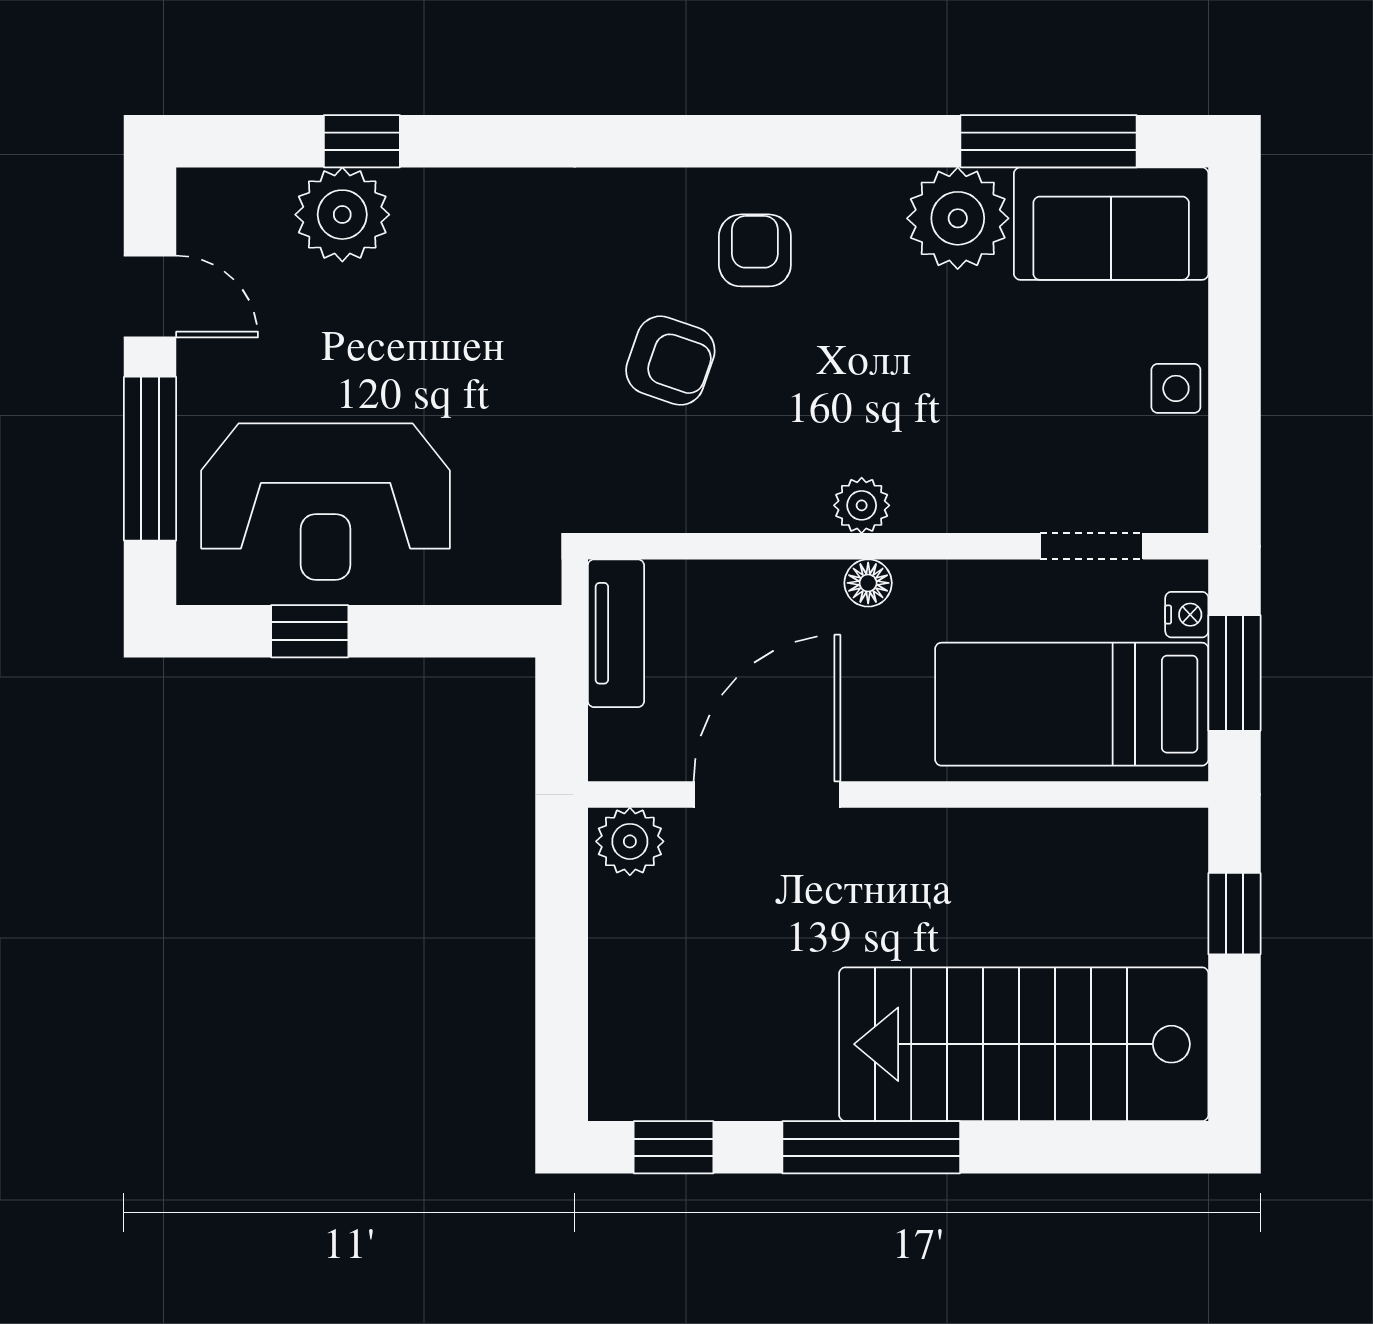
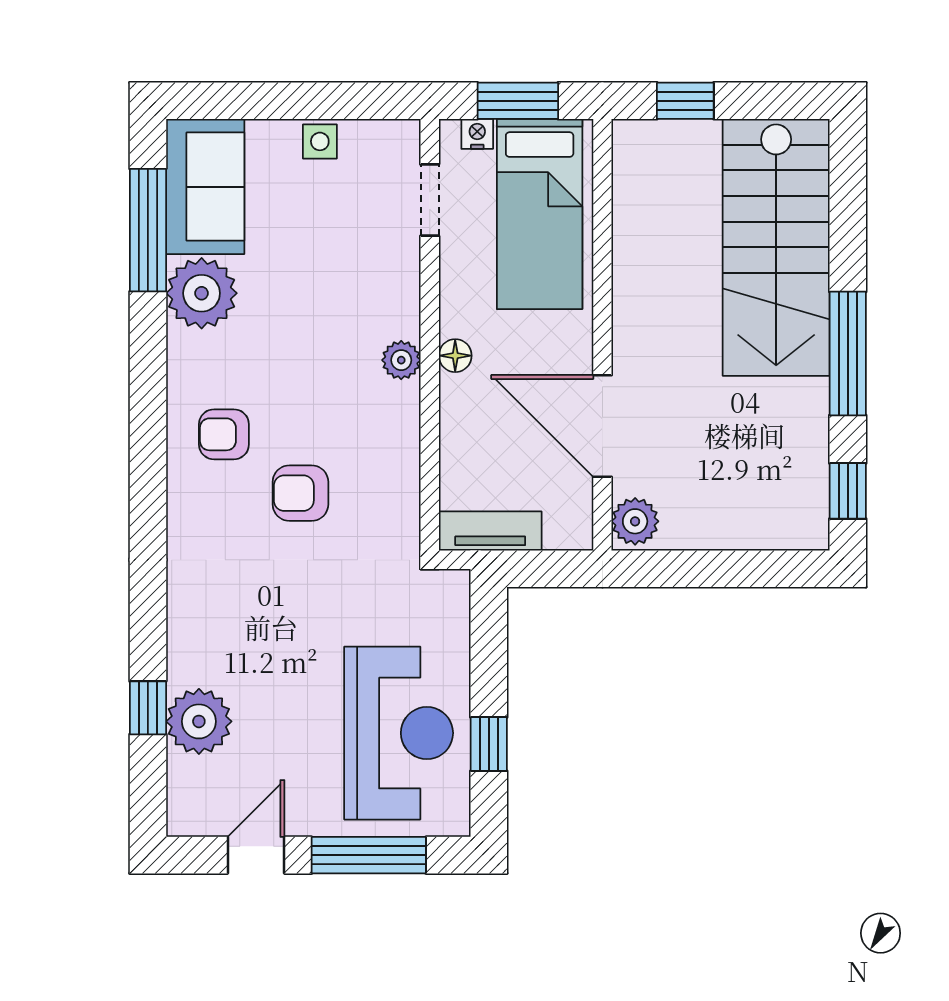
armchair: (670, 361) -> (300, 493), turned -109

